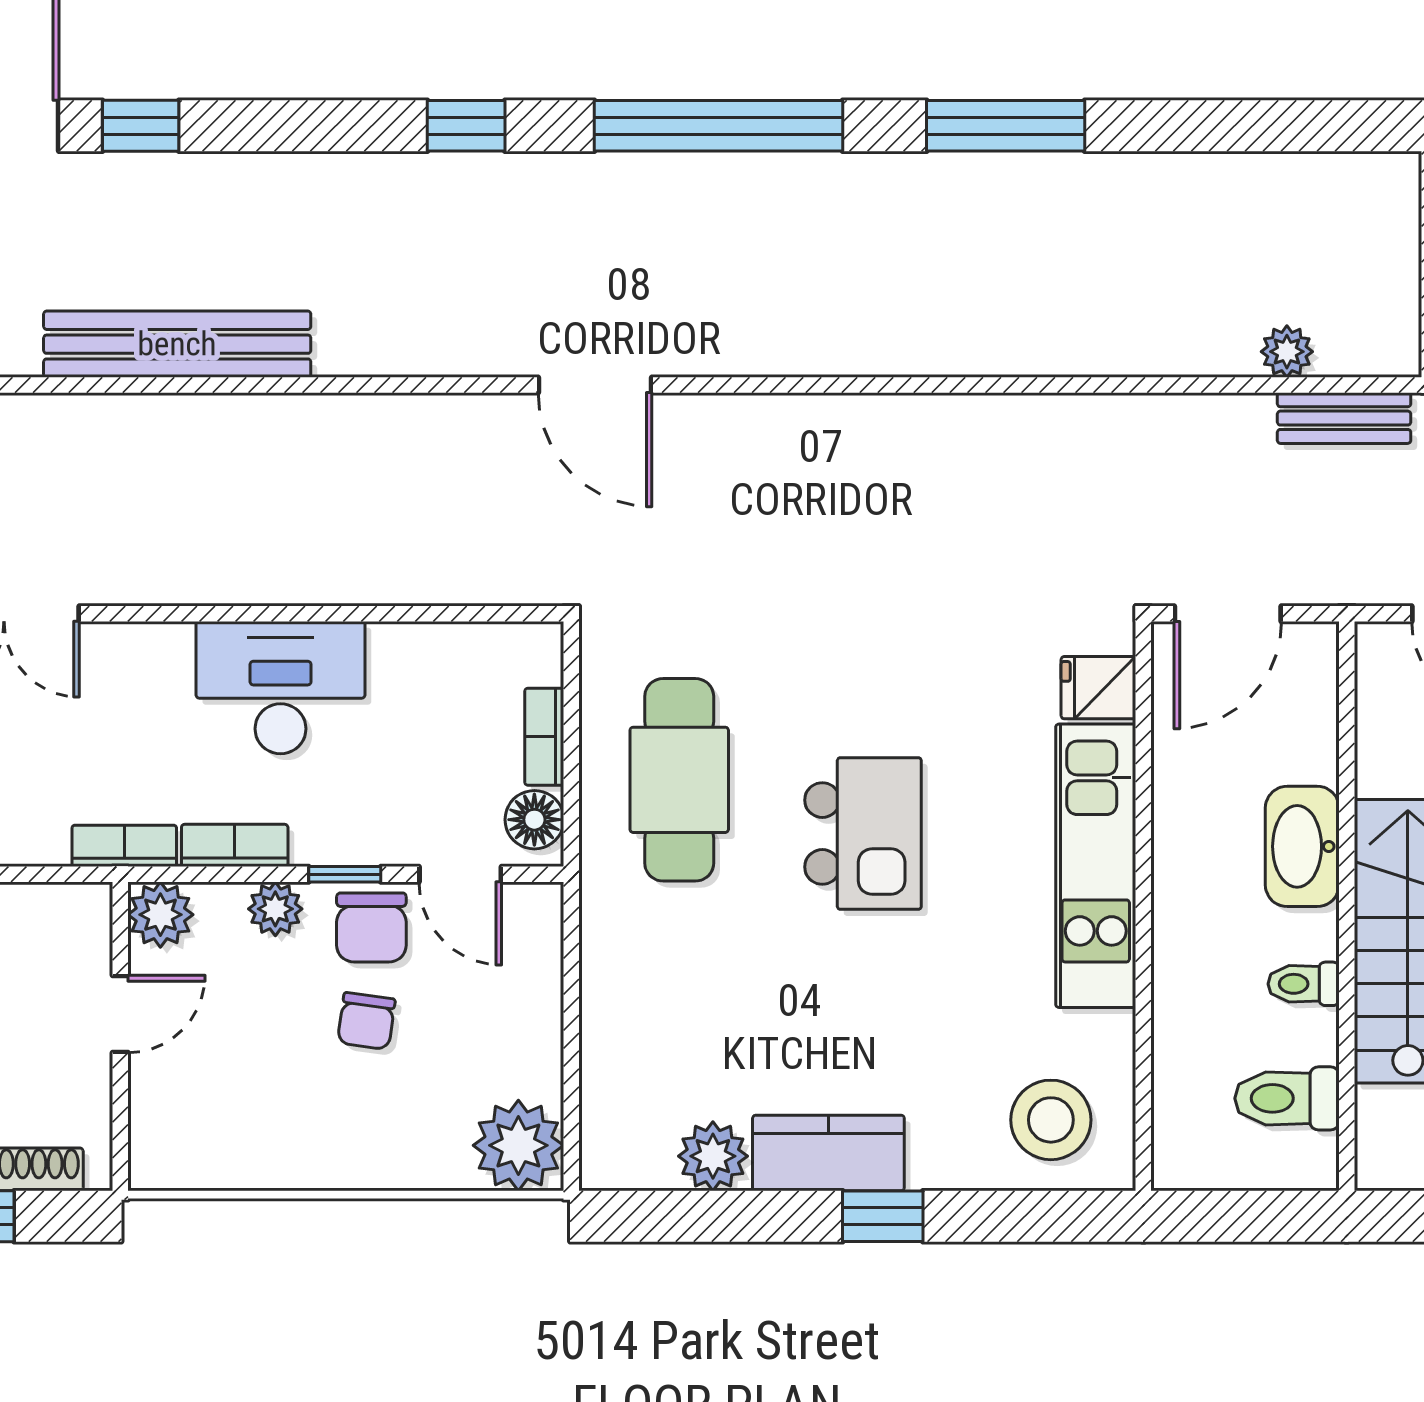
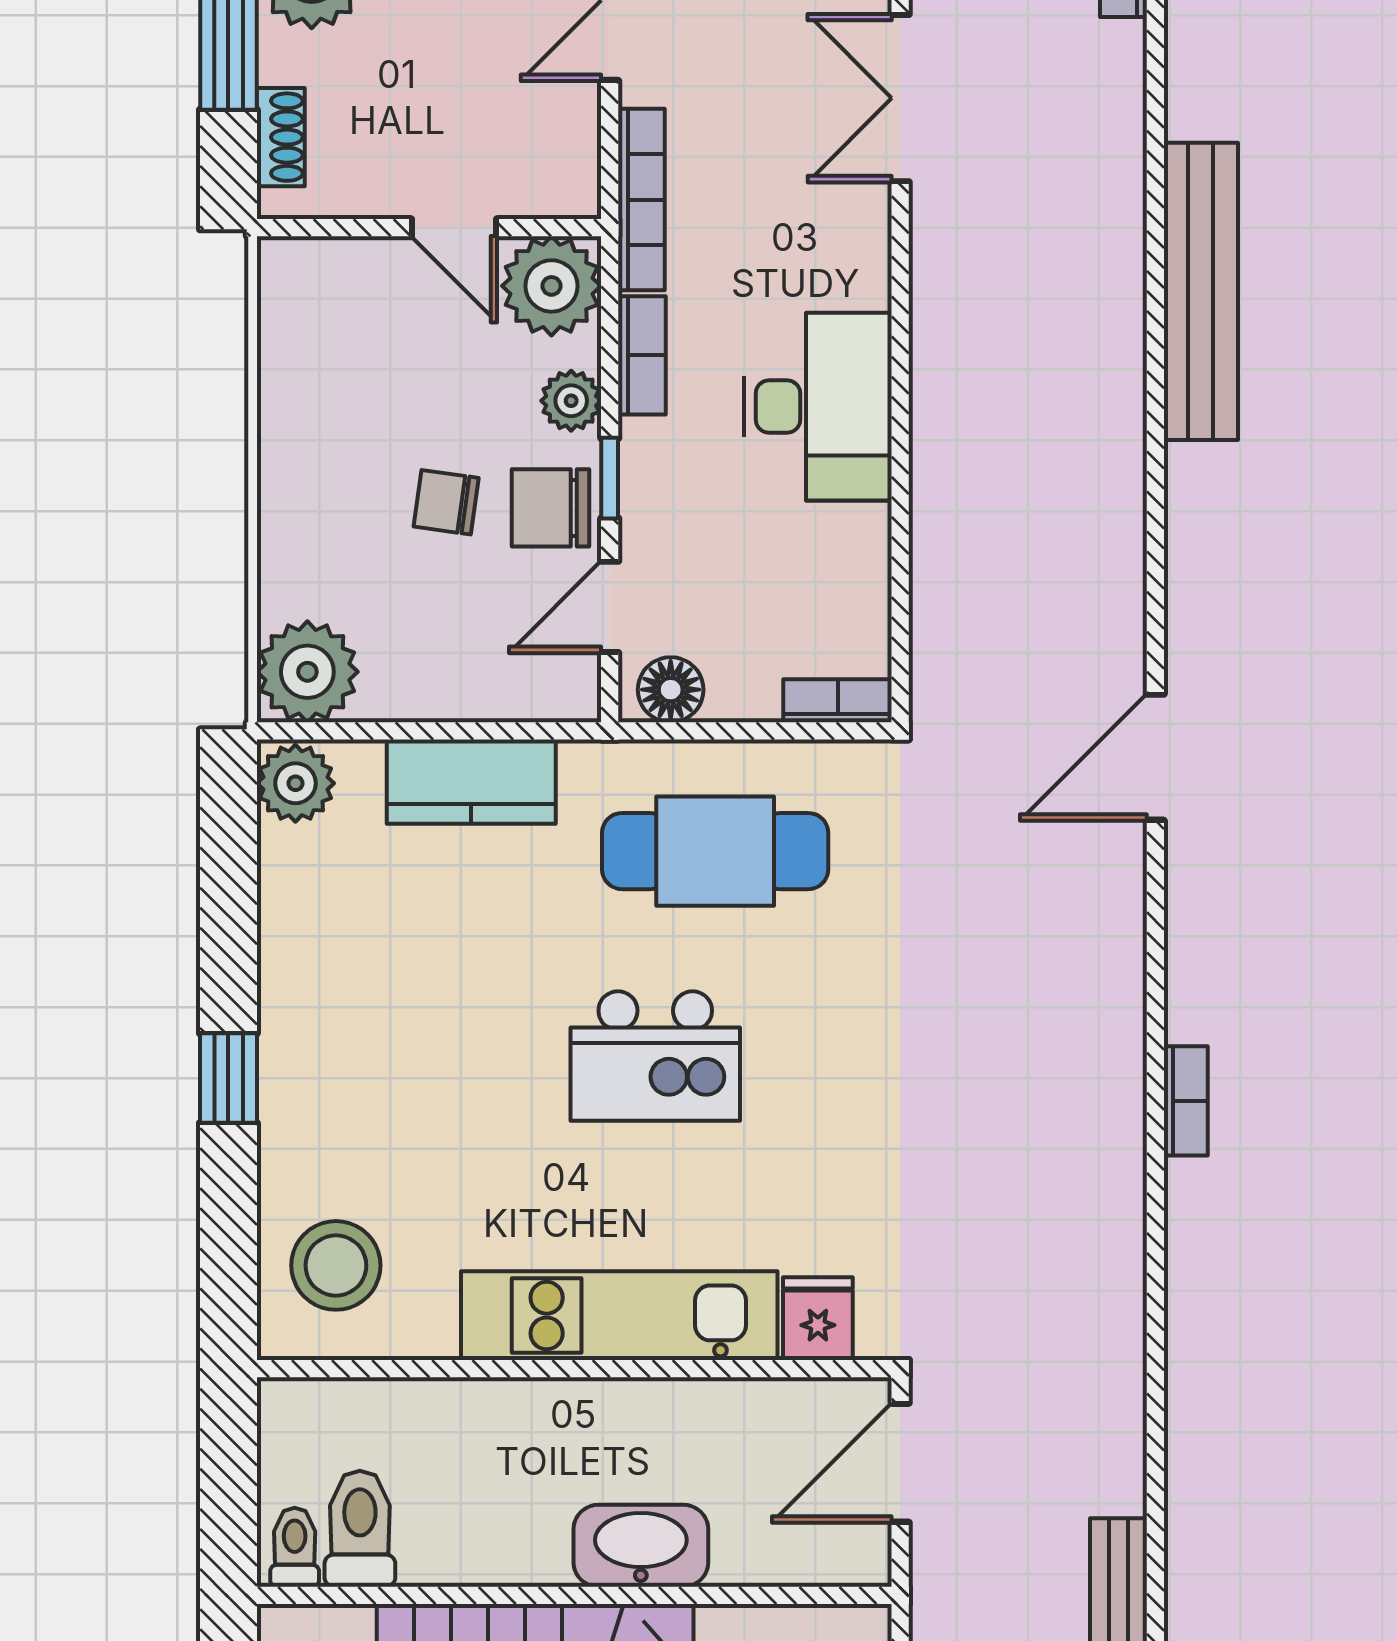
plant: (1287, 352) -> (1193, 1529), removed
bookcase: (903, 358) -> (1186, 1101), added
door: (1228, 614) -> (900, 1463), hinge flipped
bookcase: (544, 737) -> (838, 701), moved
bookcase: (124, 846) -> (641, 200), width x1.56
plant: (160, 915) -> (551, 286), width x1.36, depth x1.36
toilet: (1304, 984) -> (295, 1547), moved
kitchen counter: (828, 1153) -> (471, 782), moved, turned 90
plant: (713, 1156) -> (295, 783), moved

